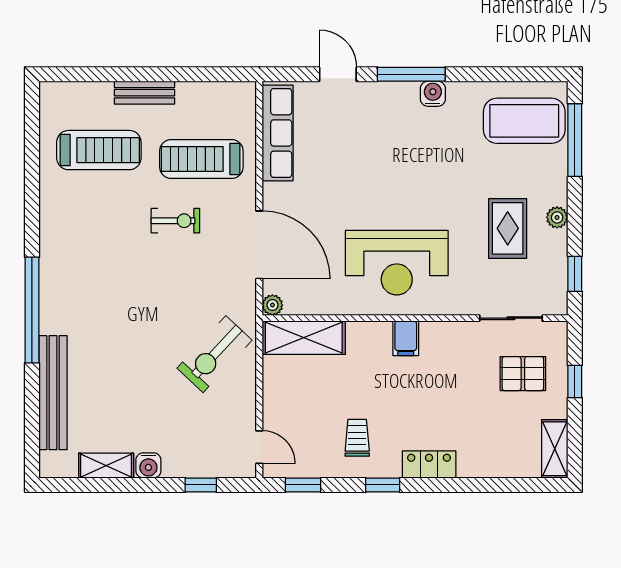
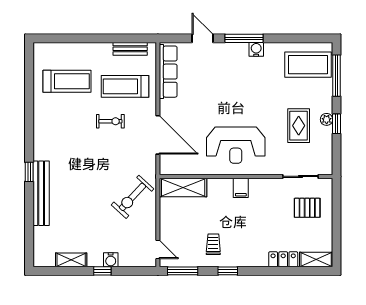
bench: (145, 93) -> (130, 49), moved
window: (575, 274) -> (337, 124), moved
plant: (272, 305) -> (165, 169), removed
window: (32, 310) -> (29, 172), width x0.32
window: (575, 381) -> (337, 212), removed
bench: (53, 393) -> (41, 193), moved
shelving: (555, 449) -> (316, 260), moved, turned 90
locker: (429, 464) -> (283, 259), moved
water cooler: (148, 465) -> (111, 260), moved
window: (201, 485) -> (102, 271), moved
window: (303, 485) -> (183, 271), width x1.50

